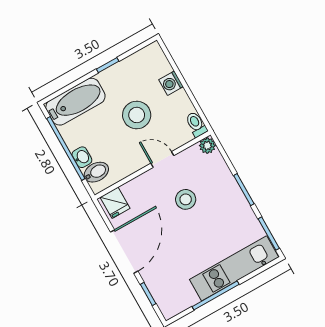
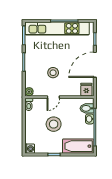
washing machine: (171, 83) -> (30, 149), moved
door: (162, 159) -> (53, 97), hinge flipped
kitchen unit: (234, 268) -> (57, 28), width x1.36

